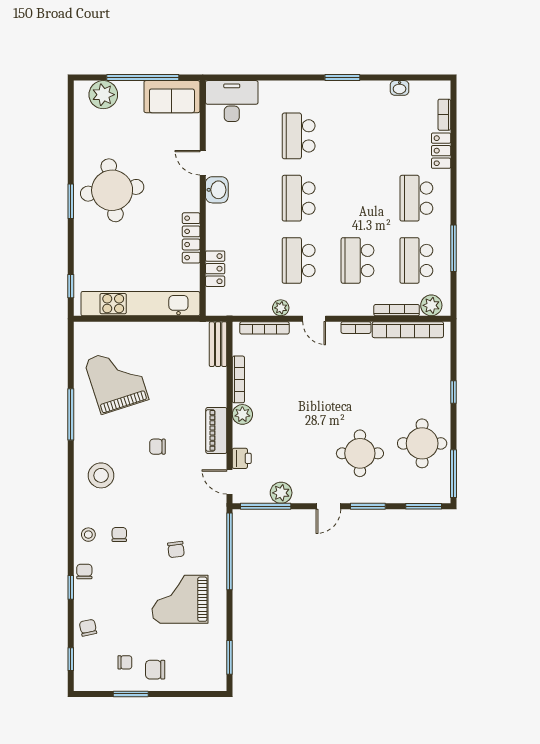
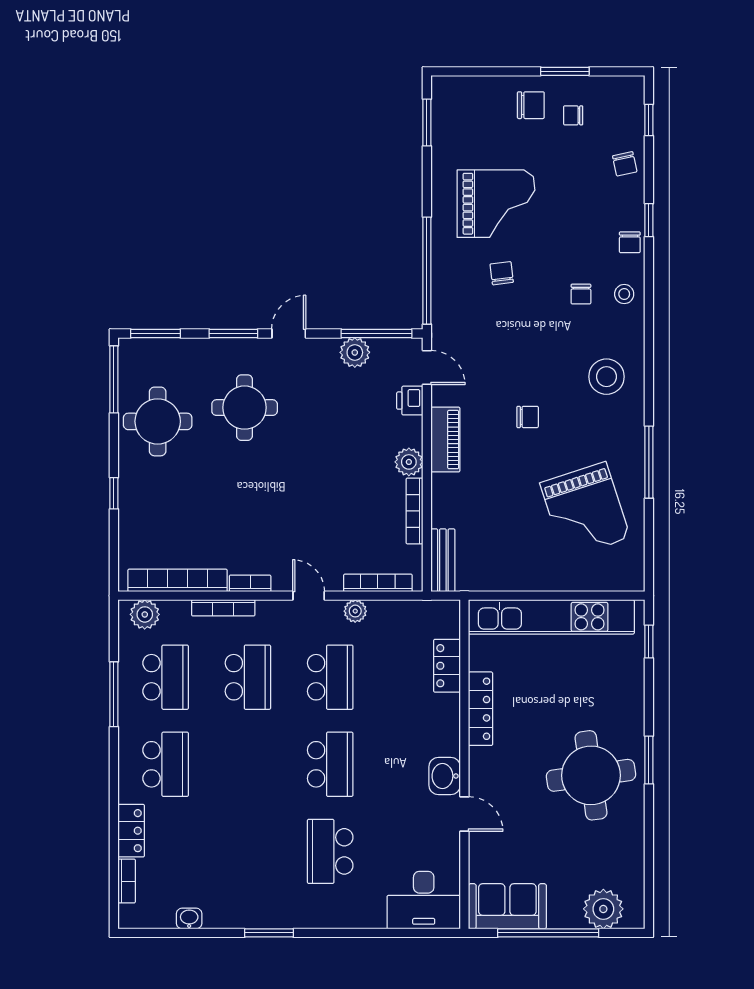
school desk: (299, 136) -> (330, 851), turned 180
bookcase: (397, 310) -> (223, 608), moved

